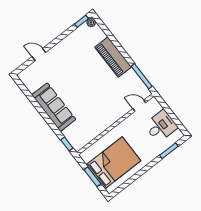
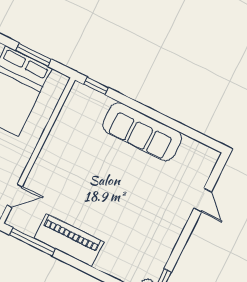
door: (39, 55) -> (203, 200), hinge flipped
piano: (113, 57) -> (69, 240), moved

